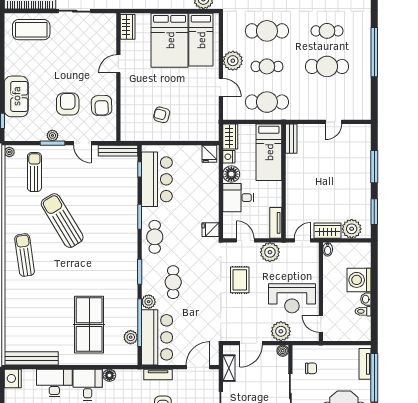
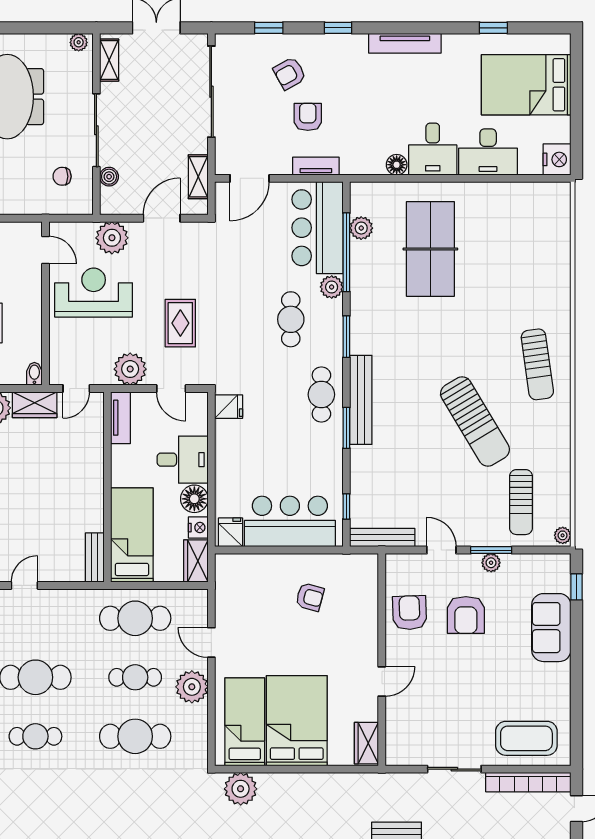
bar counter: (157, 179) -> (290, 521), moved, turned 90
boiler: (283, 351) -> (109, 177), moved
bench: (31, 358) -> (361, 400), moved, turned 90

